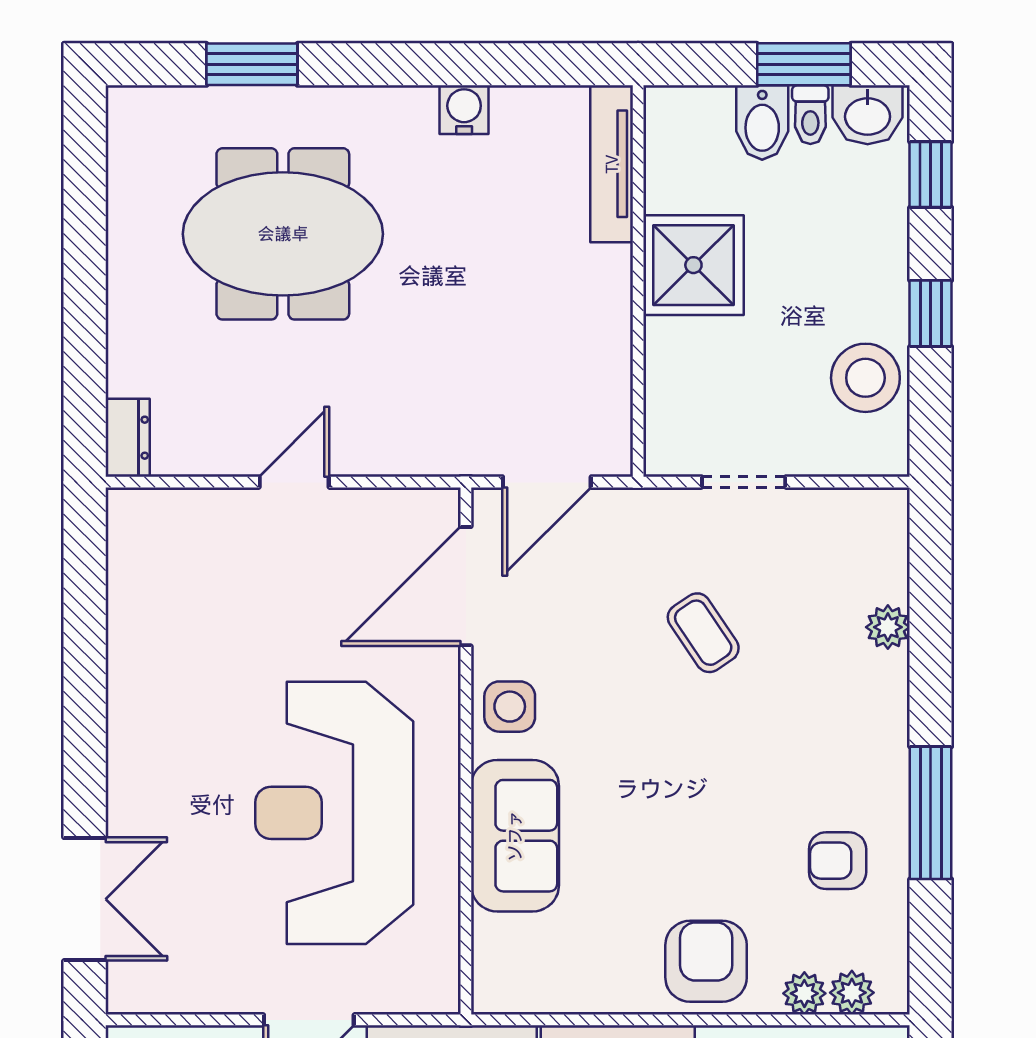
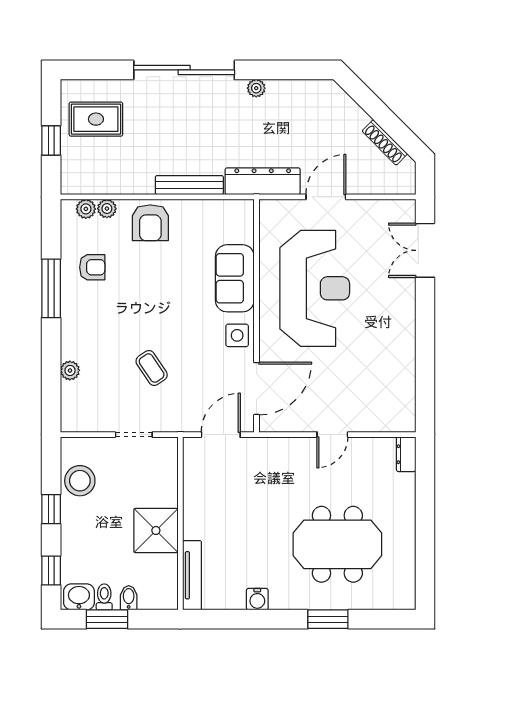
window: (252, 64) -> (328, 619), moved
bidet: (762, 123) -> (129, 598), width x0.72, depth x0.74

